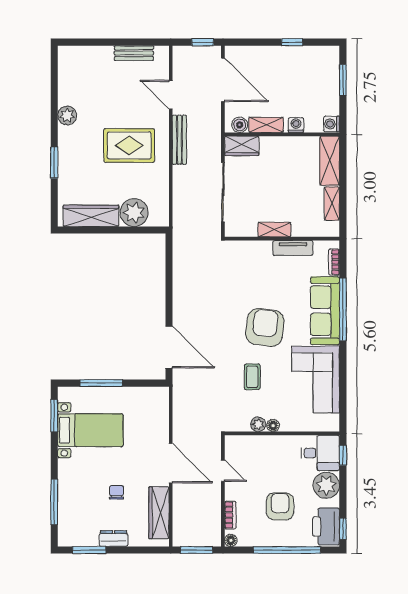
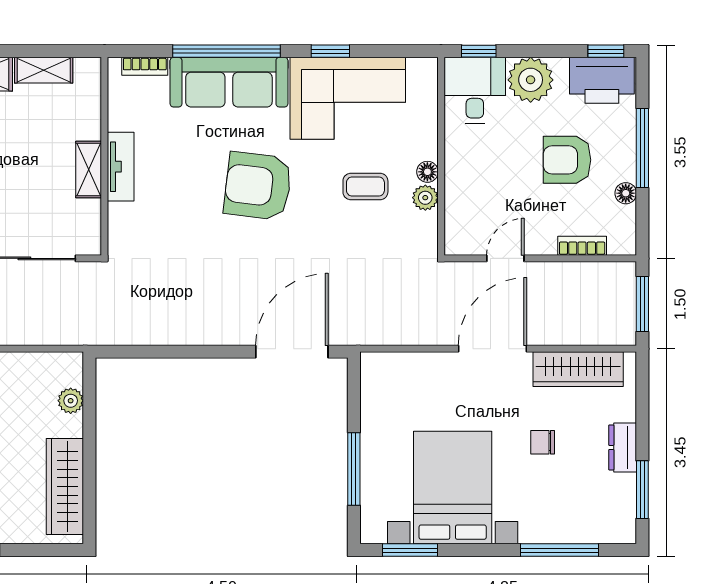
plant: (134, 213) -> (71, 401), width x0.53, depth x0.53
tv unit: (293, 248) -> (121, 167), moved
window: (343, 369) -> (330, 51), added
coffee table: (252, 377) -> (365, 186), moved
bed with nightstands: (90, 430) -> (453, 488), width x1.36
floor lamp: (231, 540) -> (626, 193), moved
window: (287, 550) -> (642, 148), width x0.68

